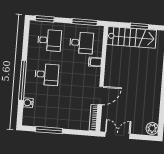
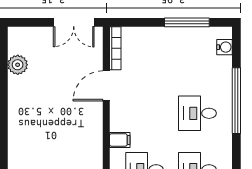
water cooler: (28, 103) -> (225, 47), moved
plant: (152, 128) -> (18, 65), moved

